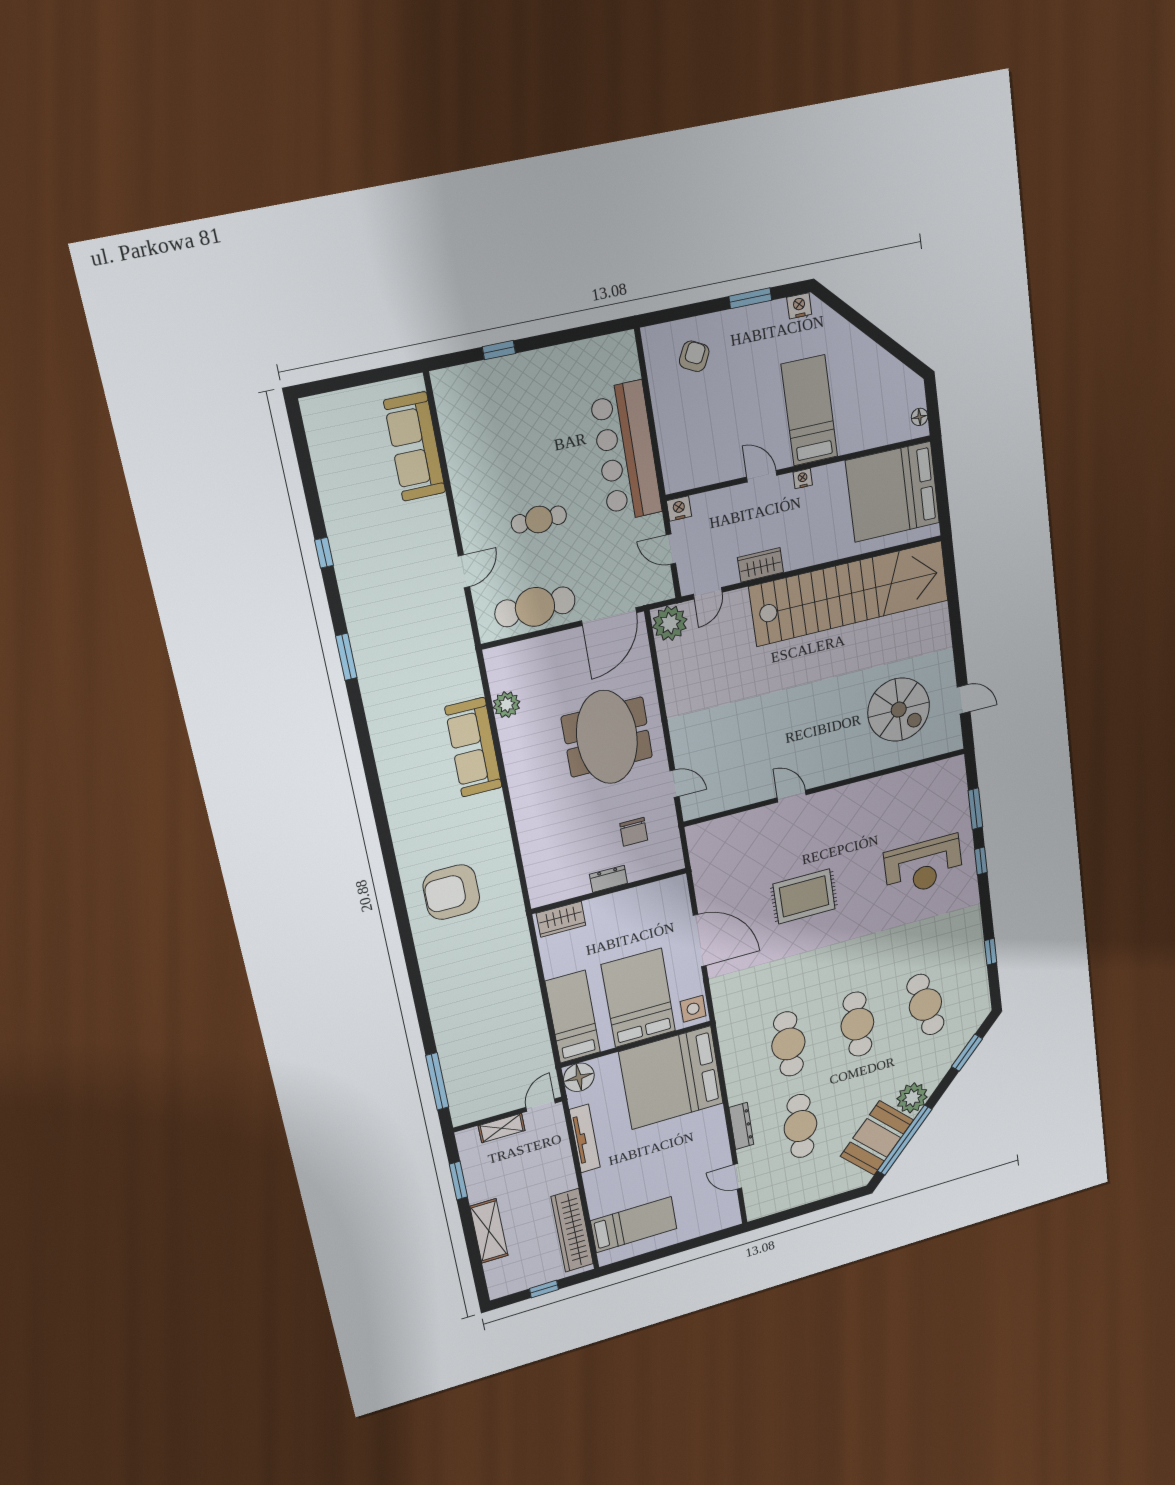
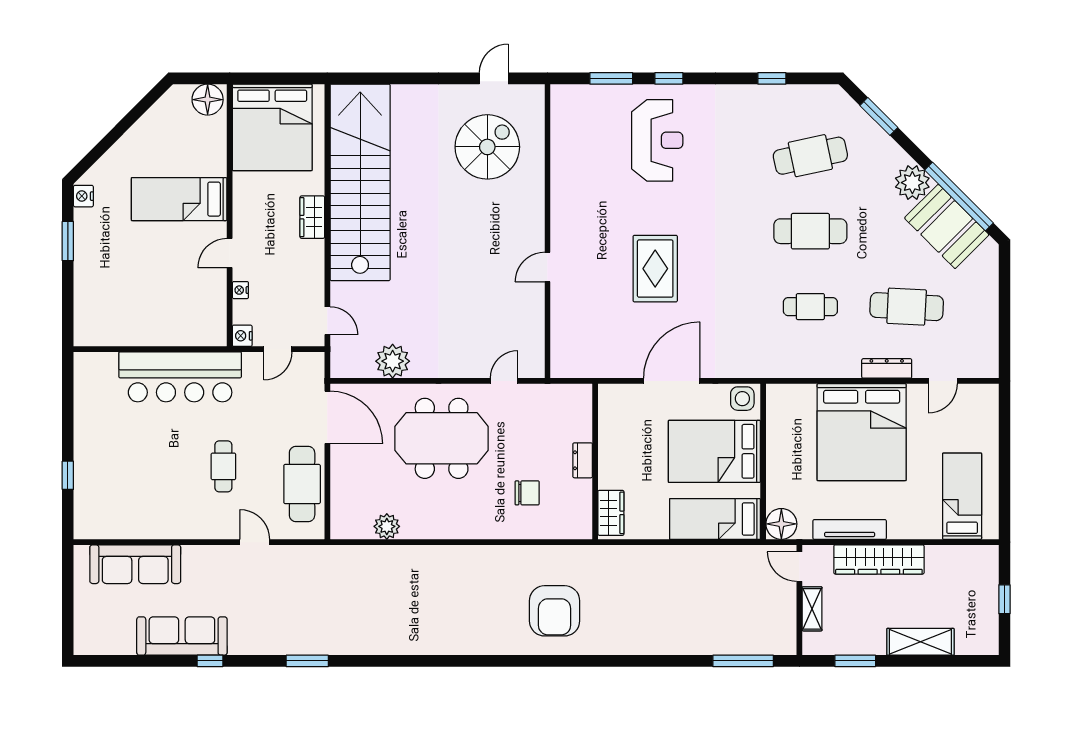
armchair: (694, 356) -> (108, 301), removed
floor lamp: (920, 417) -> (208, 100), width x1.89, depth x1.89
nightstand: (803, 479) -> (240, 290), moved
wardrobe: (761, 565) -> (312, 217), moved
plant: (670, 623) -> (393, 361), moved
sofa: (473, 747) -> (182, 636), moved, turned 180
chair: (634, 832) -> (527, 493), moved
cafe table: (788, 1044) -> (810, 307), width x0.73, depth x0.74
bed: (671, 1078) -> (862, 432), moved
wardrobe: (572, 1230) -> (879, 559), moved

